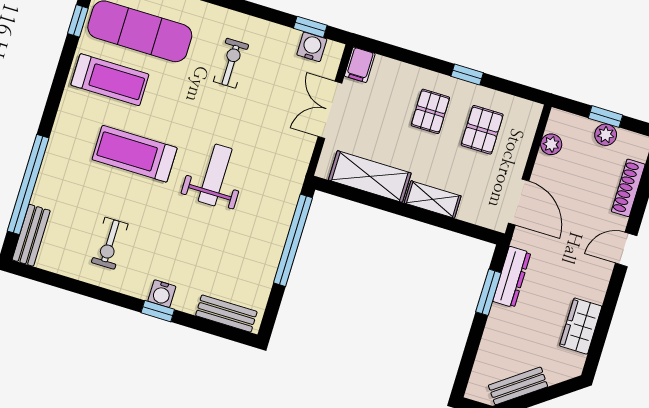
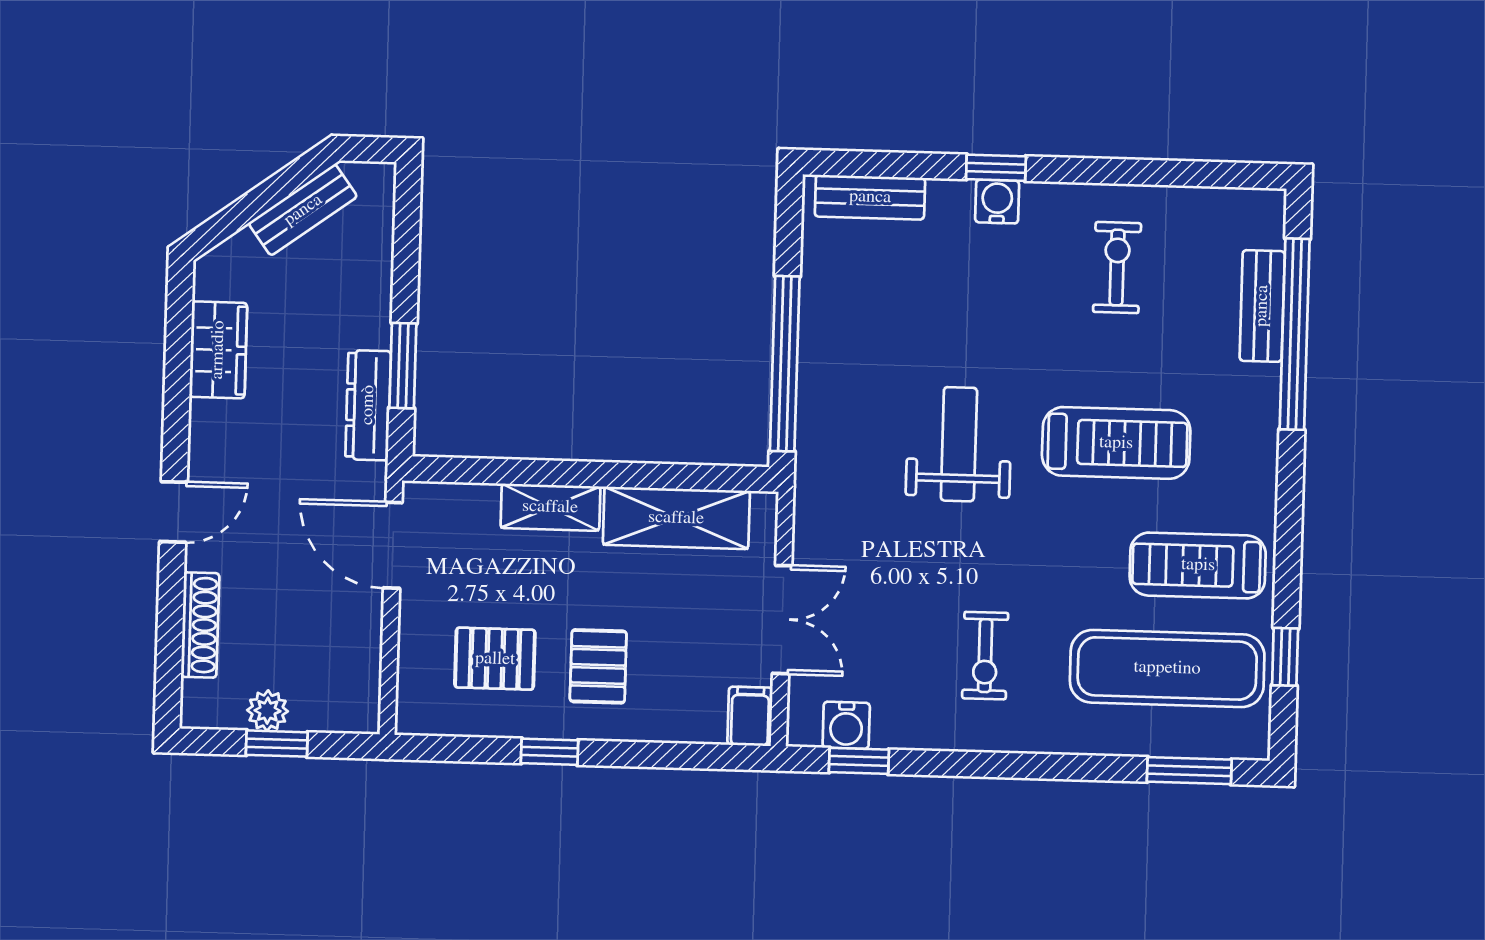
pallet: (482, 130) -> (495, 659), turned 90
plant: (551, 144) -> (362, 666), removed
weight bench: (215, 175) -> (959, 444), turned 180
bench: (31, 235) -> (1262, 306), moved

